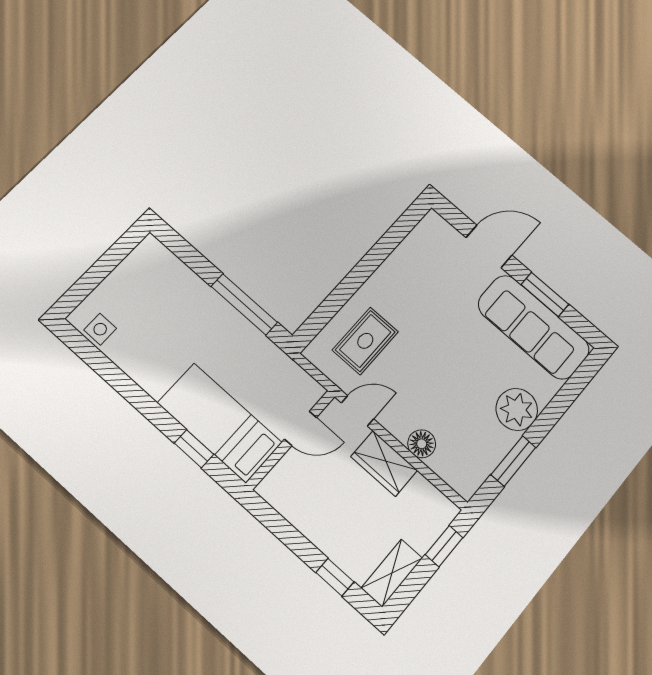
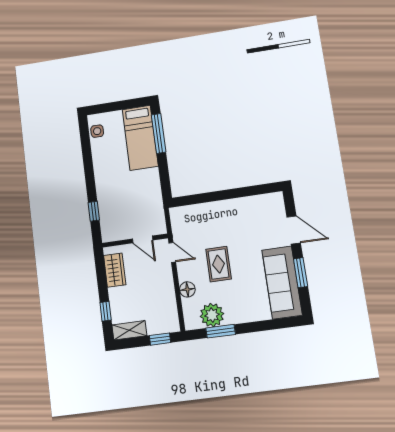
window: (244, 304) -> (159, 133), moved
rug: (365, 341) -> (219, 264), moved, turned 90
plant: (517, 409) -> (212, 315), moved
bed: (220, 423) -> (140, 138), moved, turned 180
wardrobe: (384, 463) -> (115, 270), moved, turned 180

